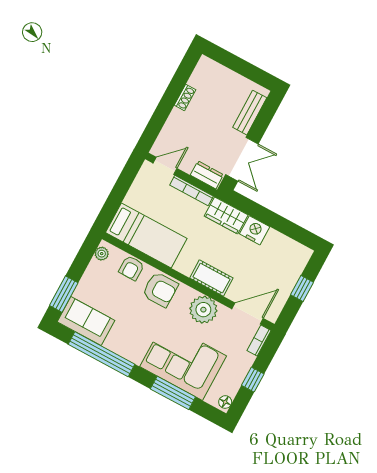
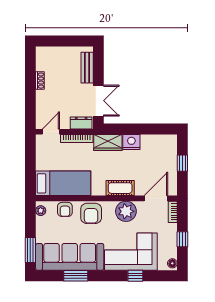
armchair: (160, 290) -> (91, 213), turned 90
sofa: (86, 321) -> (70, 257), width x1.85, depth x1.27
window: (102, 354) -> (76, 276), width x0.47
window: (173, 393) -> (135, 276), width x0.46

